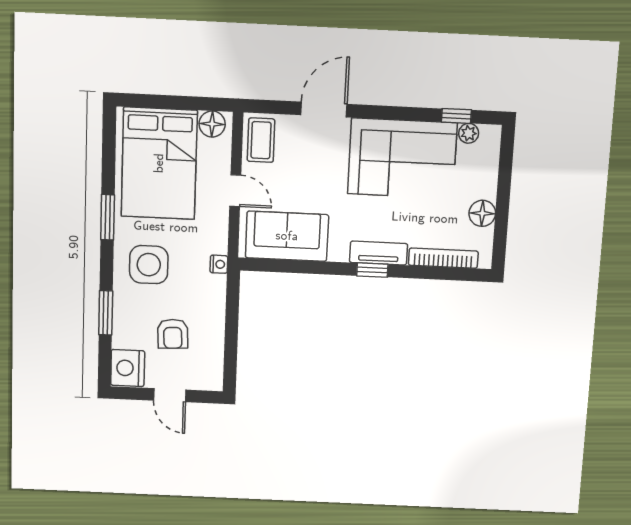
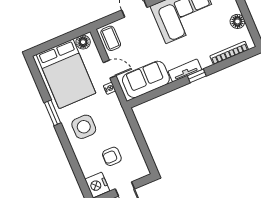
tv unit: (379, 253) -> (185, 70), moved
nightstand: (219, 264) -> (110, 88), moved
window: (106, 313) -> (73, 162), removed
armchair: (173, 334) -> (112, 156), turned 93

